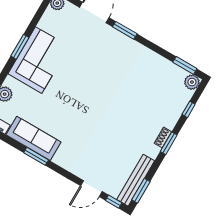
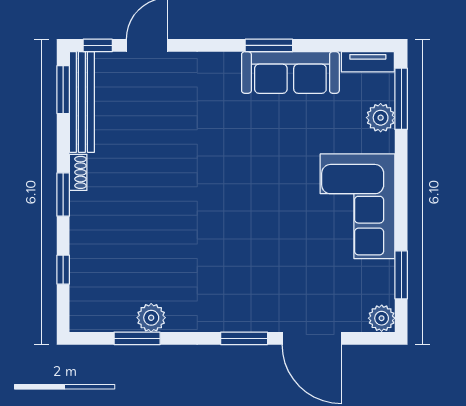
window: (20, 47) -> (401, 275), moved
window: (185, 65) -> (137, 338), moved
plant: (192, 82) -> (151, 318), moved
shoe rack: (163, 137) -> (78, 172), moved

